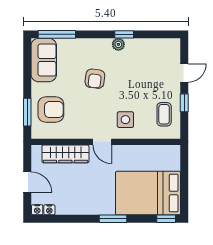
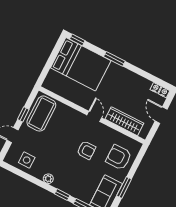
window: (124, 34) -> (62, 195), moved
armchair: (95, 79) -> (86, 150), moved, turned 83
window: (27, 112) -> (124, 188), moved
coffee table: (164, 114) -> (41, 114), width x1.86, depth x1.72
side table: (125, 120) -> (27, 160), moved

